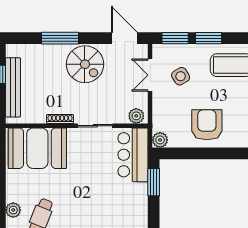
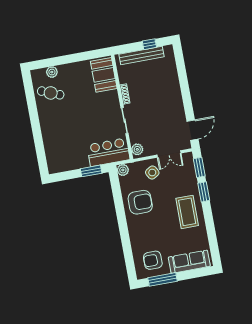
window: (60, 38) -> (184, 83), removed
spiral stairs: (85, 64) -> (168, 105), removed
double door: (150, 75) -> (169, 154), swing flipped
side table: (181, 76) -> (152, 173), moved
booth: (37, 148) -> (104, 75), width x0.73, depth x0.70

